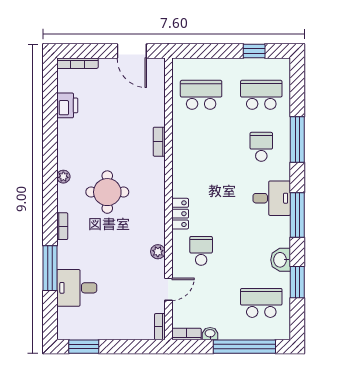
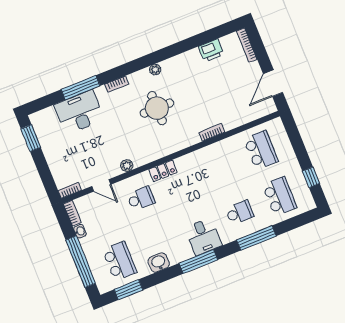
window: (297, 282) -> (129, 290), moved
desk: (77, 288) -> (79, 112), width x1.37

